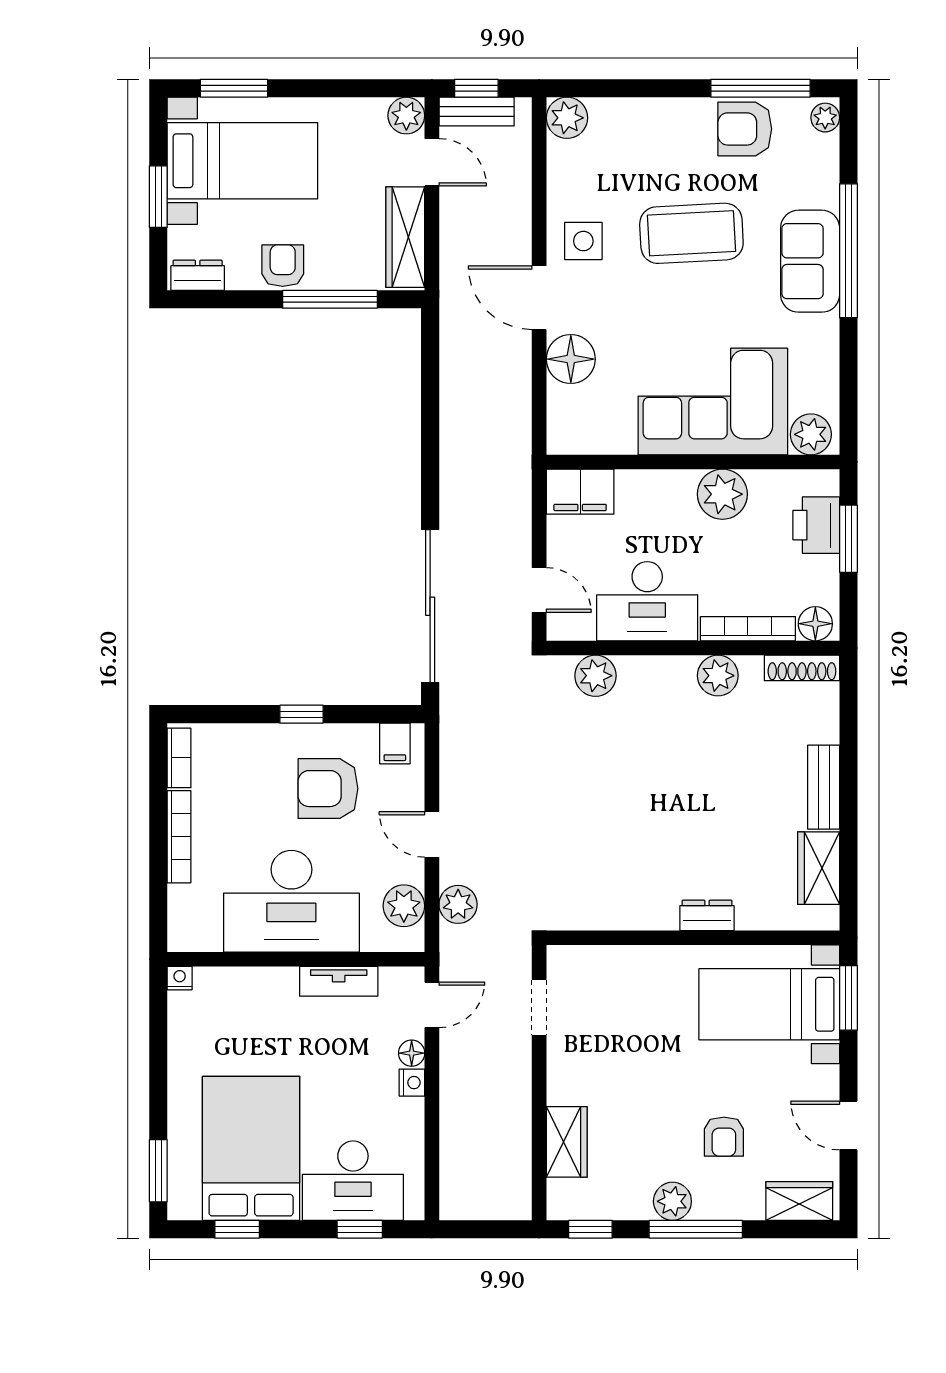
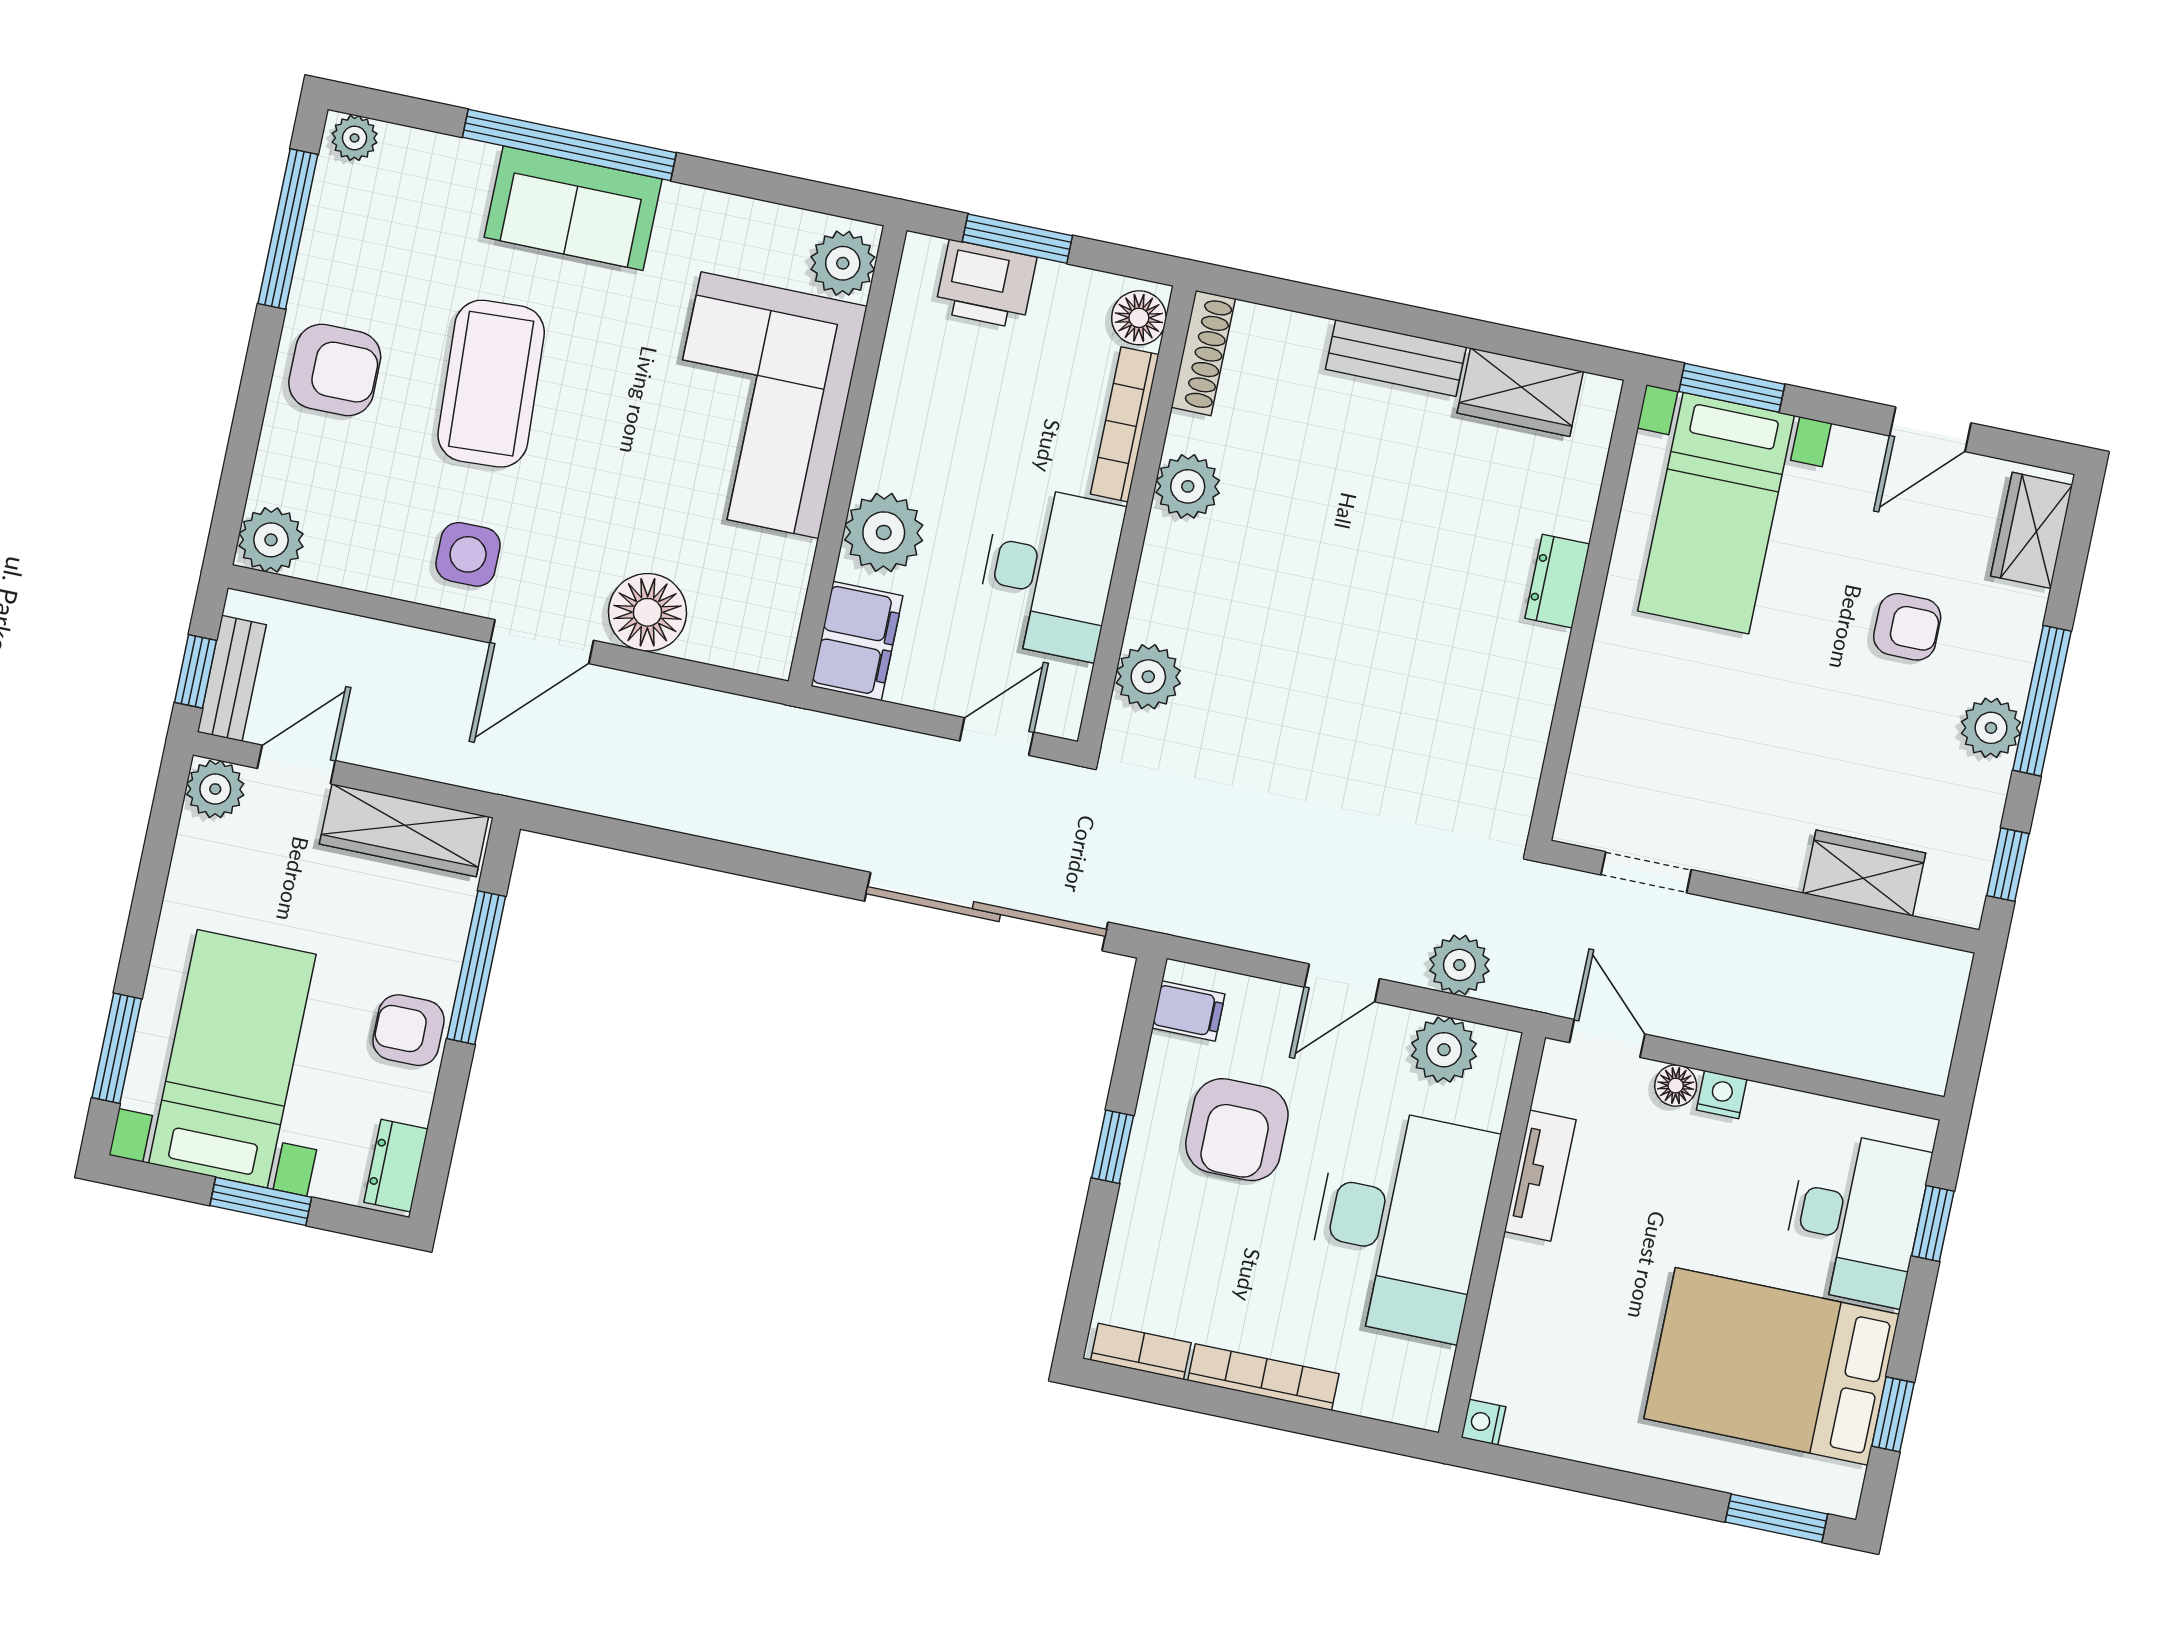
armchair: (745, 129) -> (335, 370), moved, turned -90
plant: (722, 494) -> (884, 532), moved

